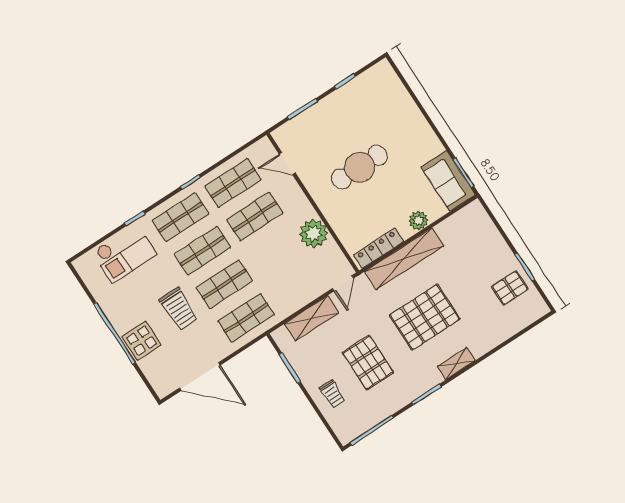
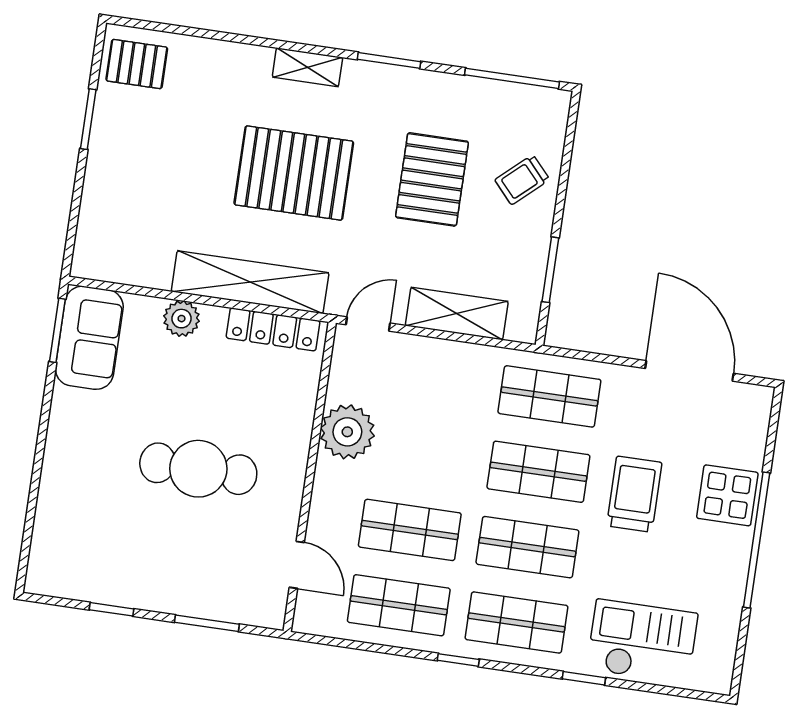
pallet: (510, 288) -> (137, 64), moved
trolley: (332, 394) -> (522, 180), turned -132

